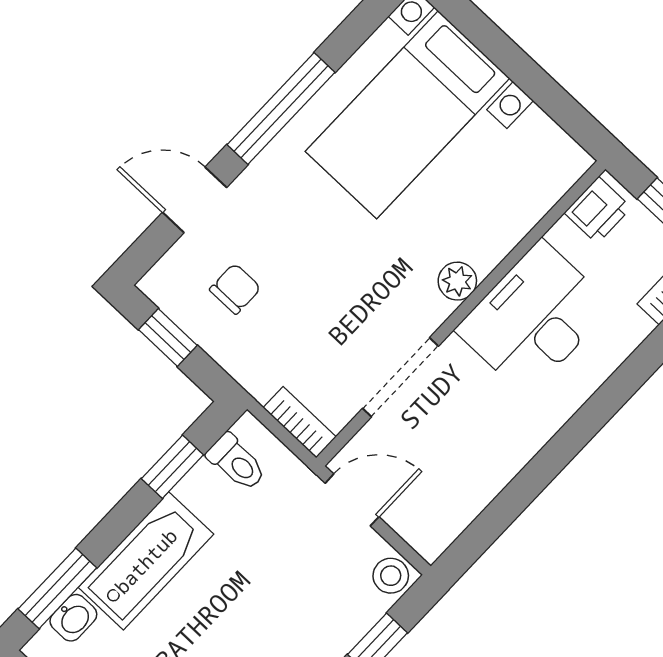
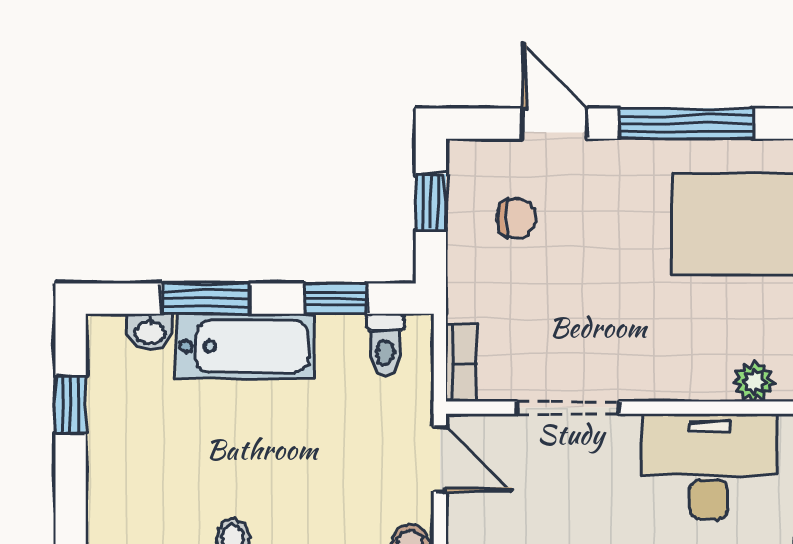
plant: (457, 281) -> (754, 382), moved
window: (57, 588) -> (206, 299), moved

